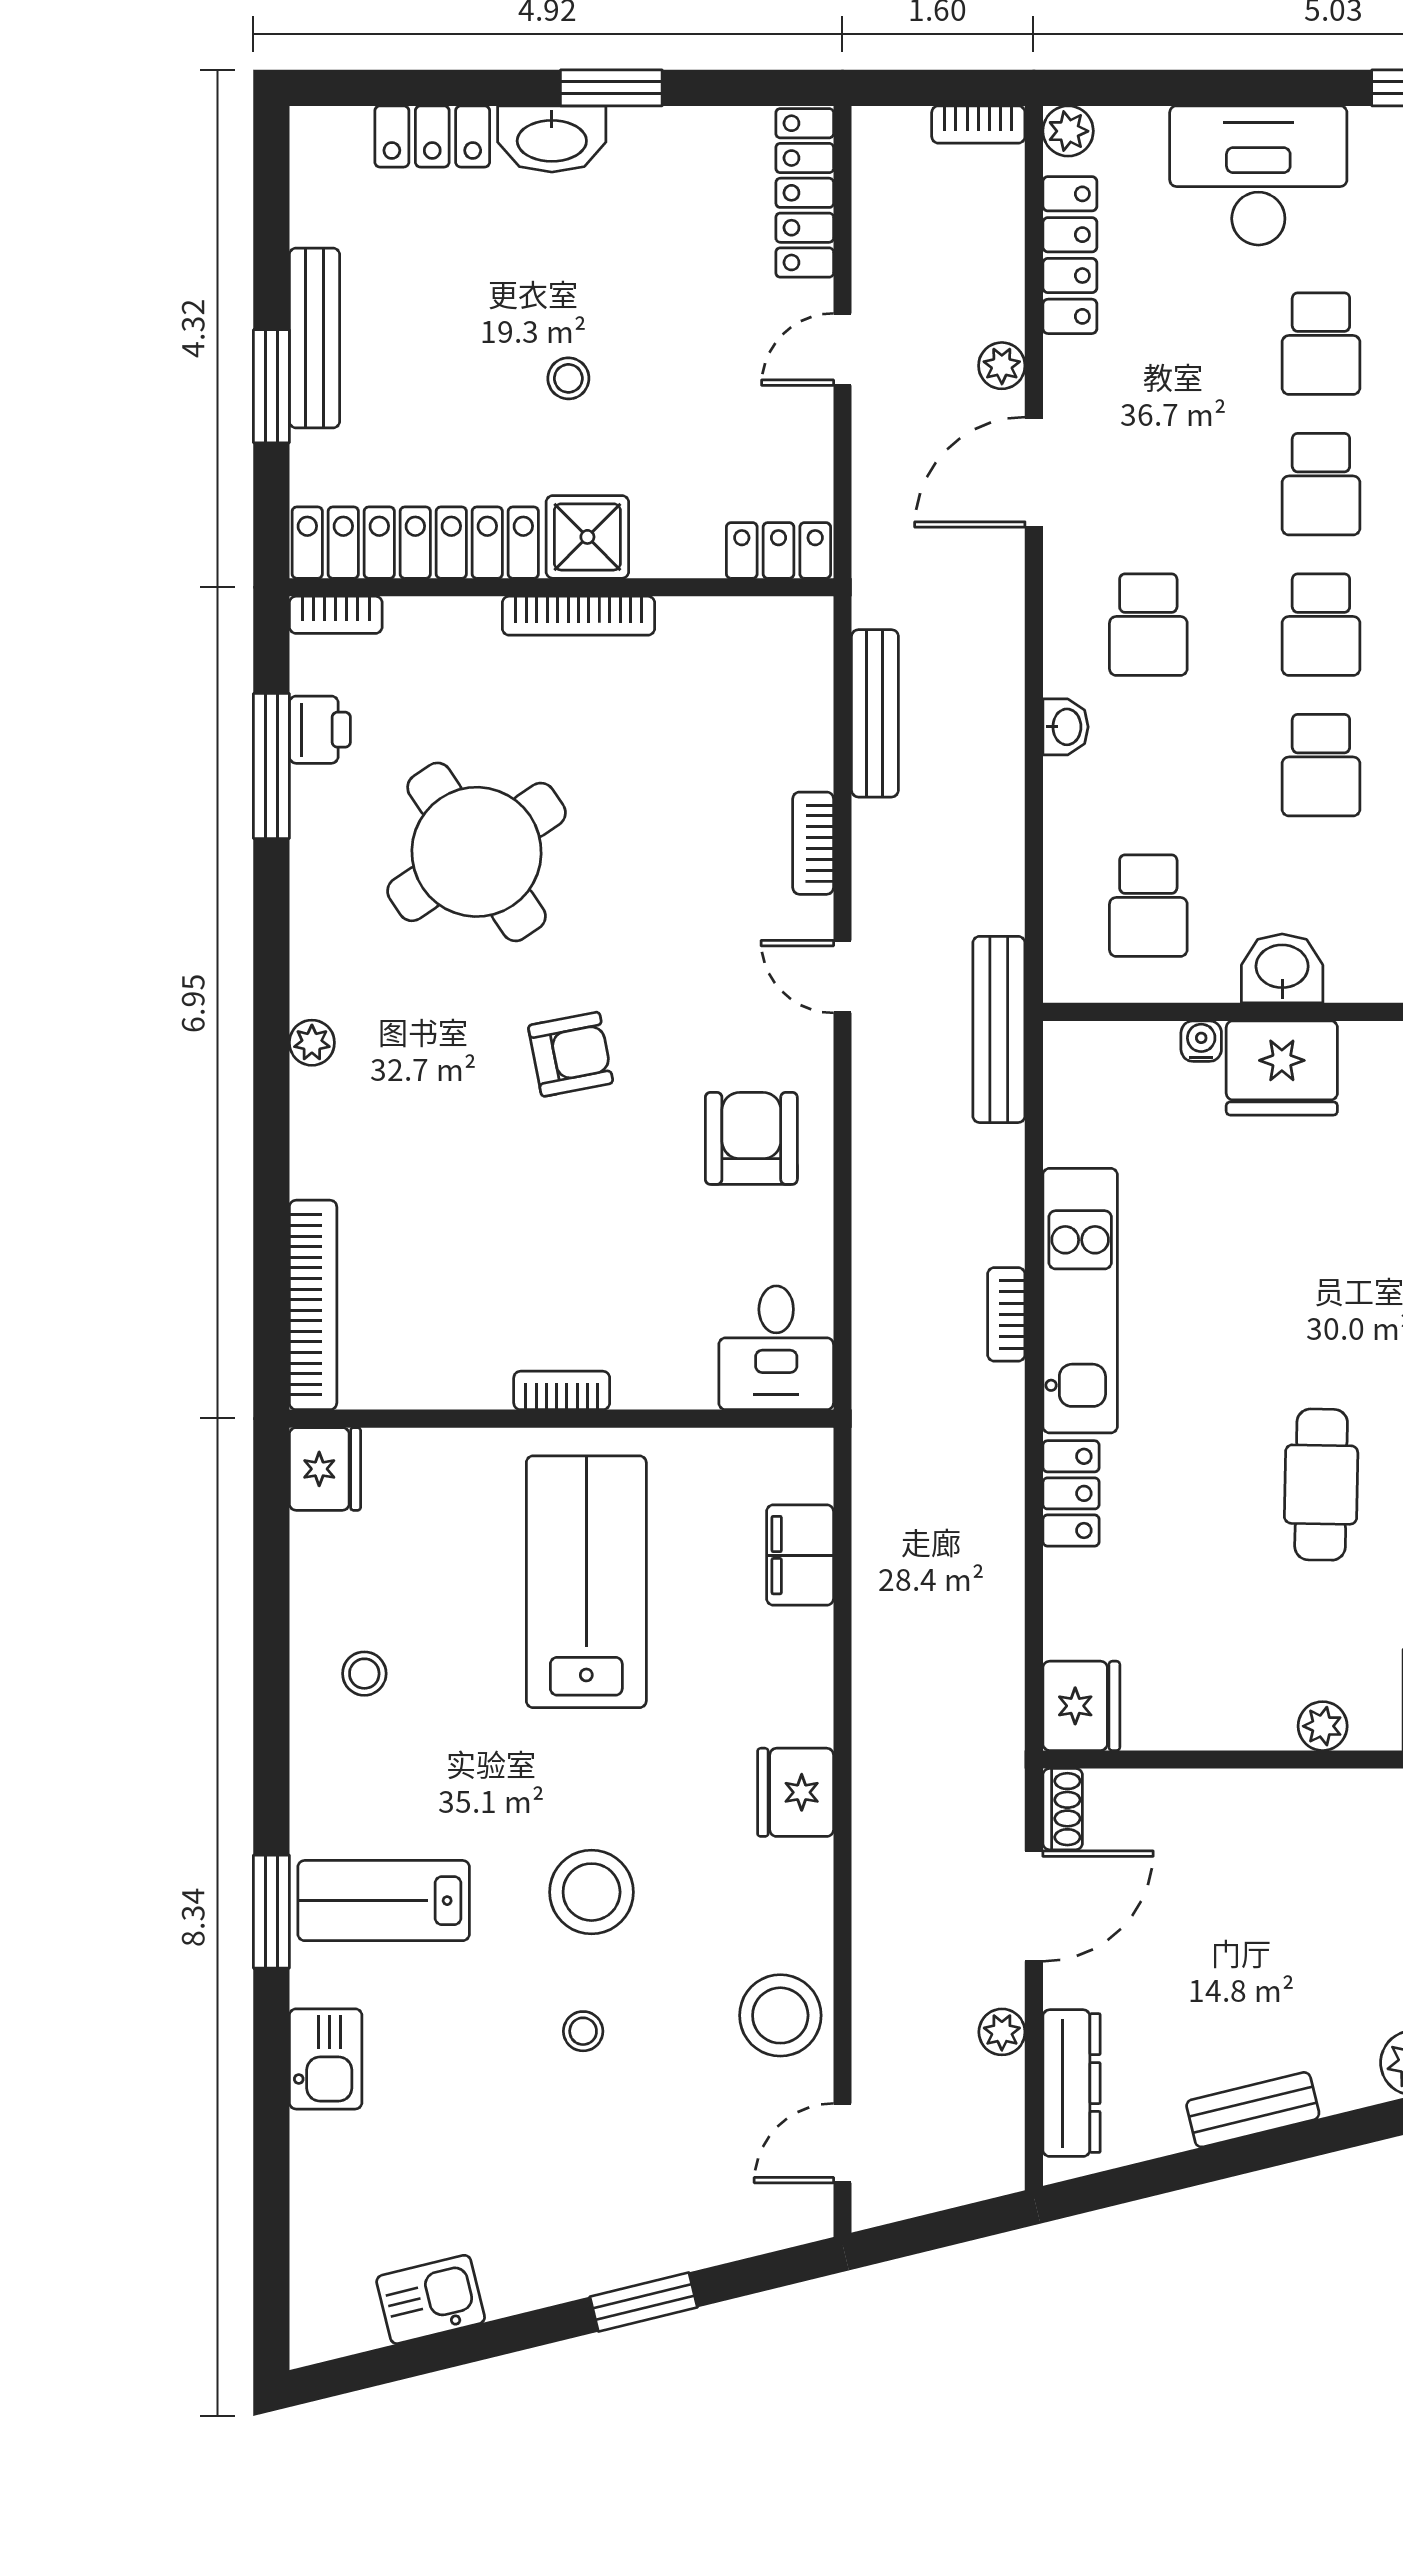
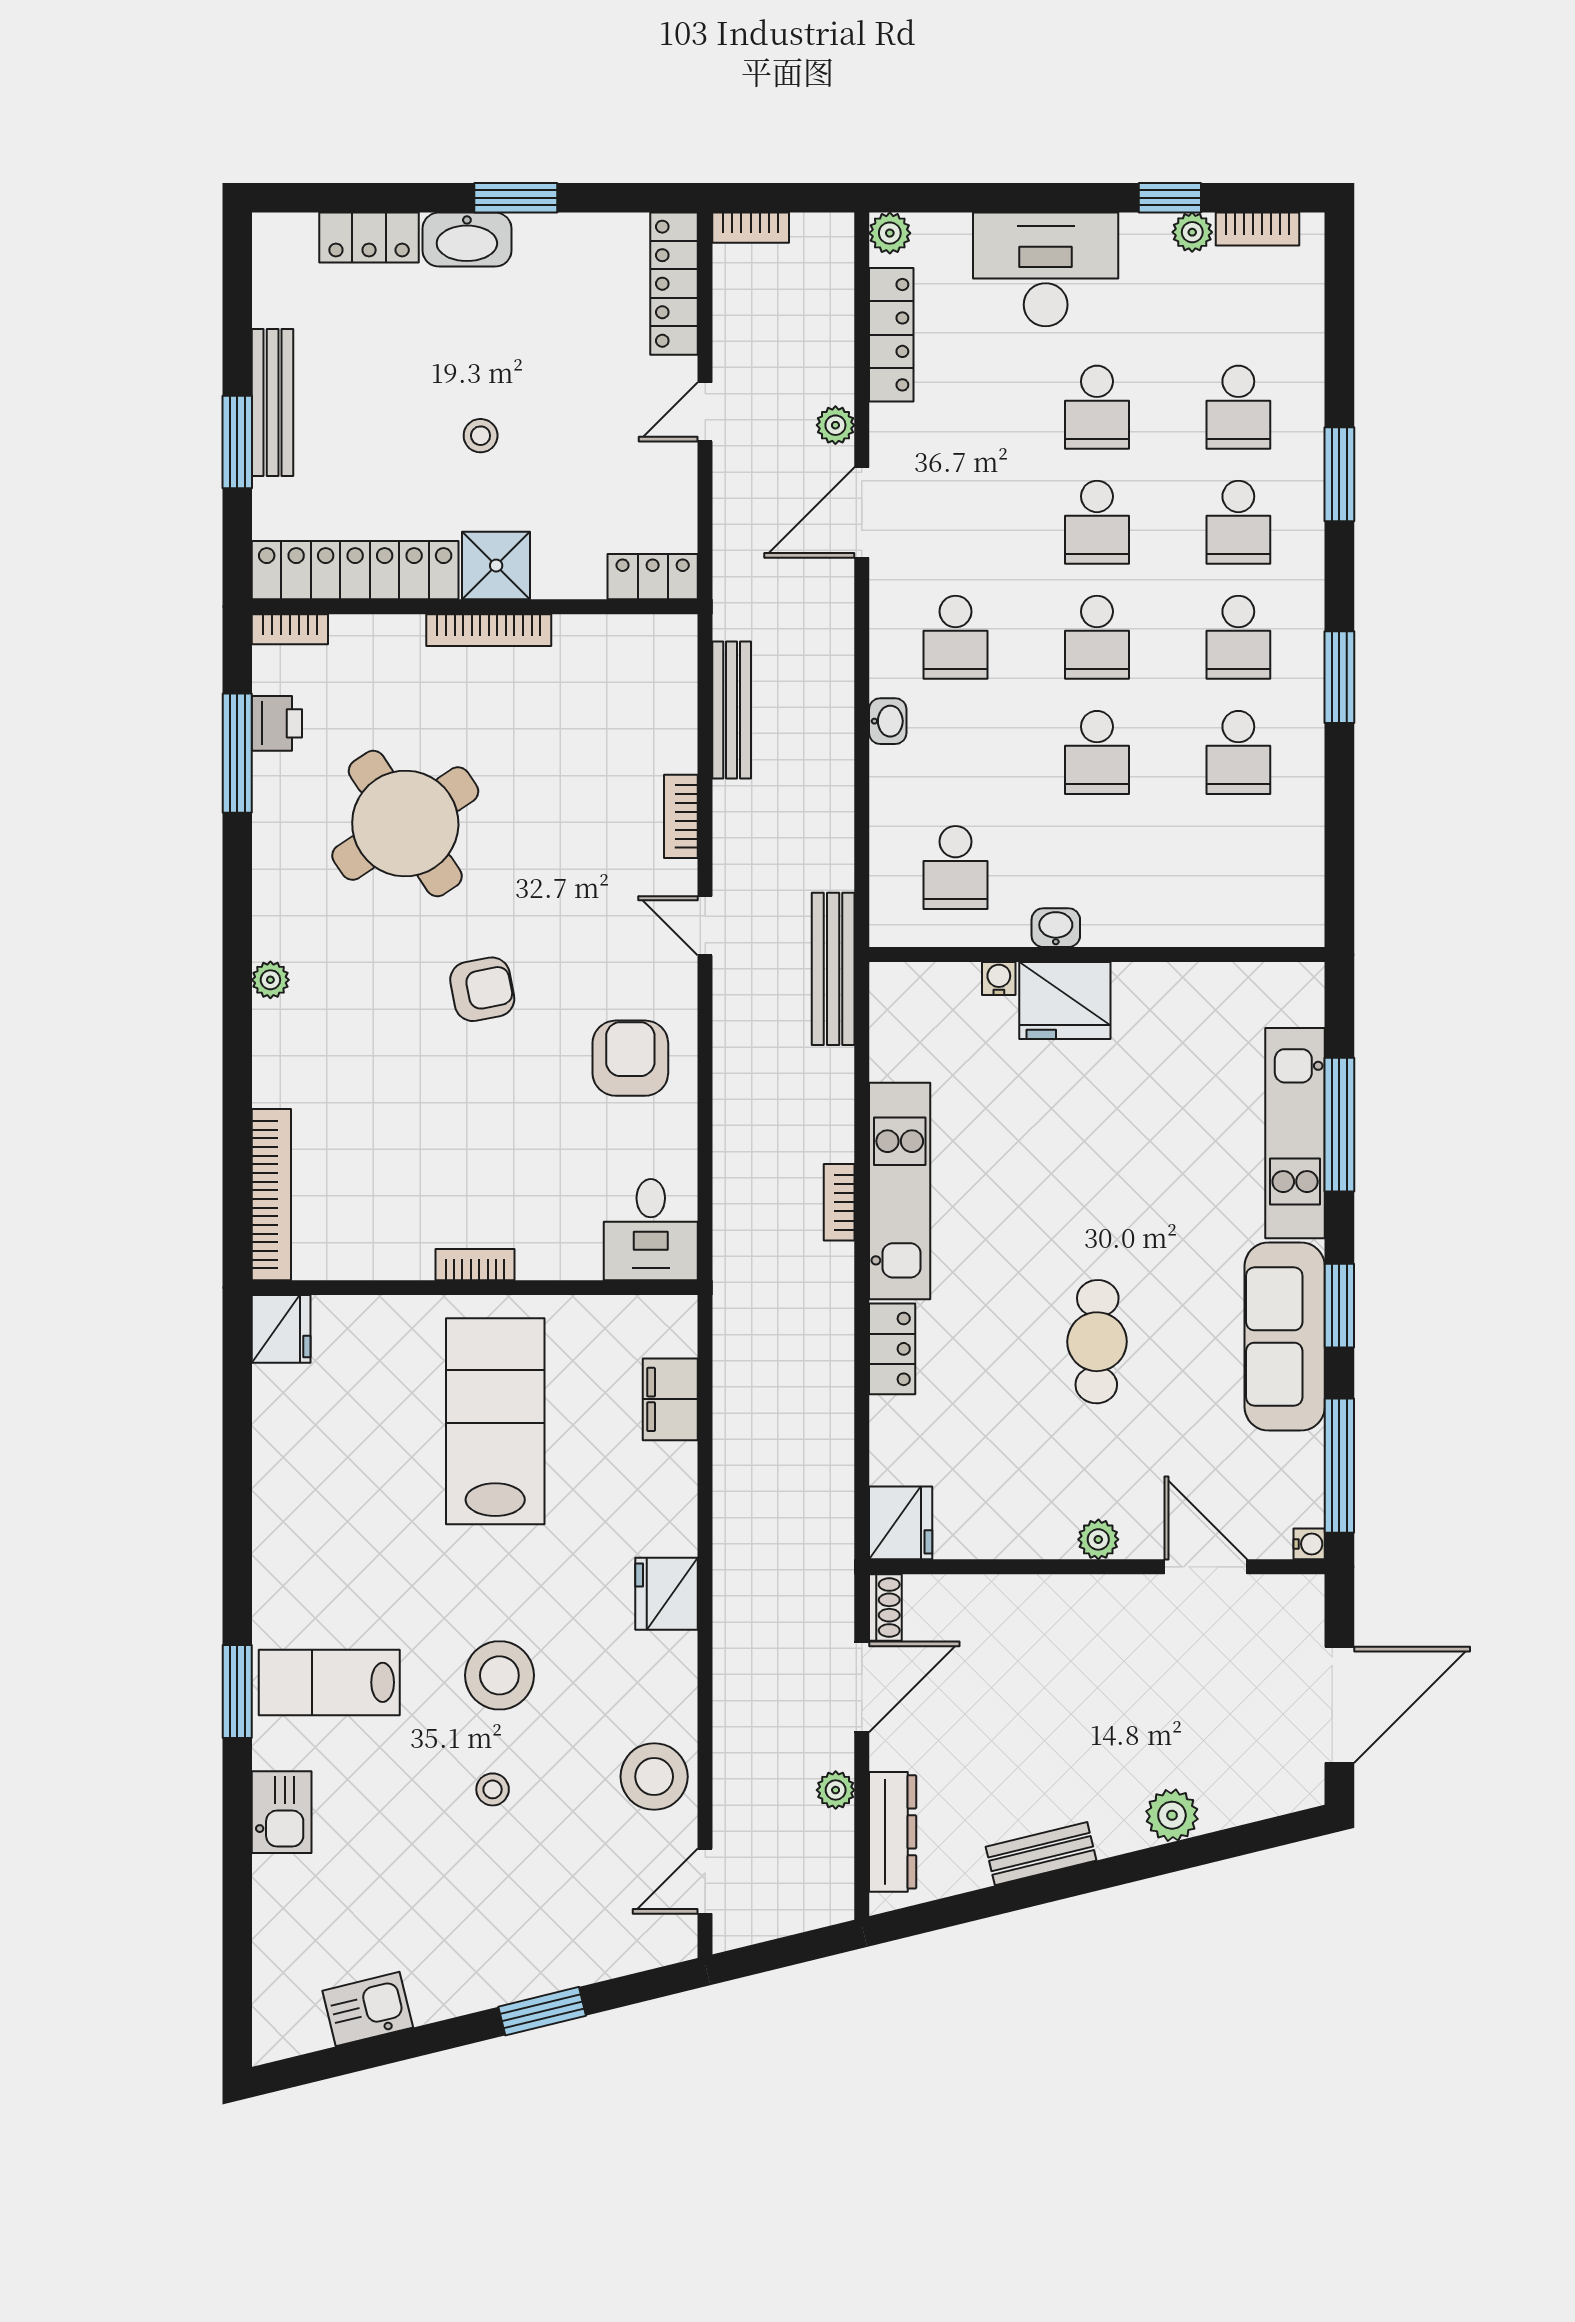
bookcase: (978, 124) -> (751, 228), moved
washbasin: (1282, 968) -> (1056, 928), width x0.72, depth x0.69
stool: (364, 1674) -> (313, 1496), removed

